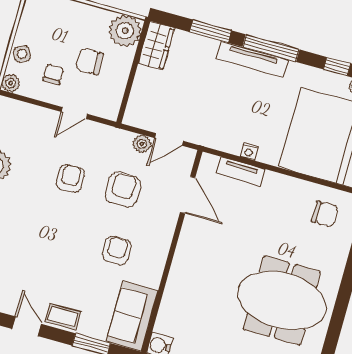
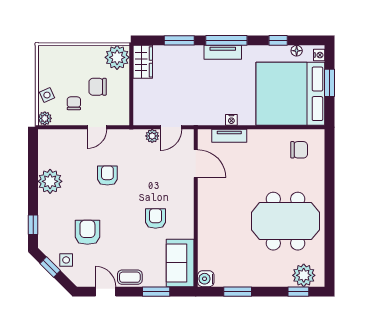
tv unit: (252, 59) -> (223, 52), width x0.71
armchair: (123, 190) -> (87, 232), moved

